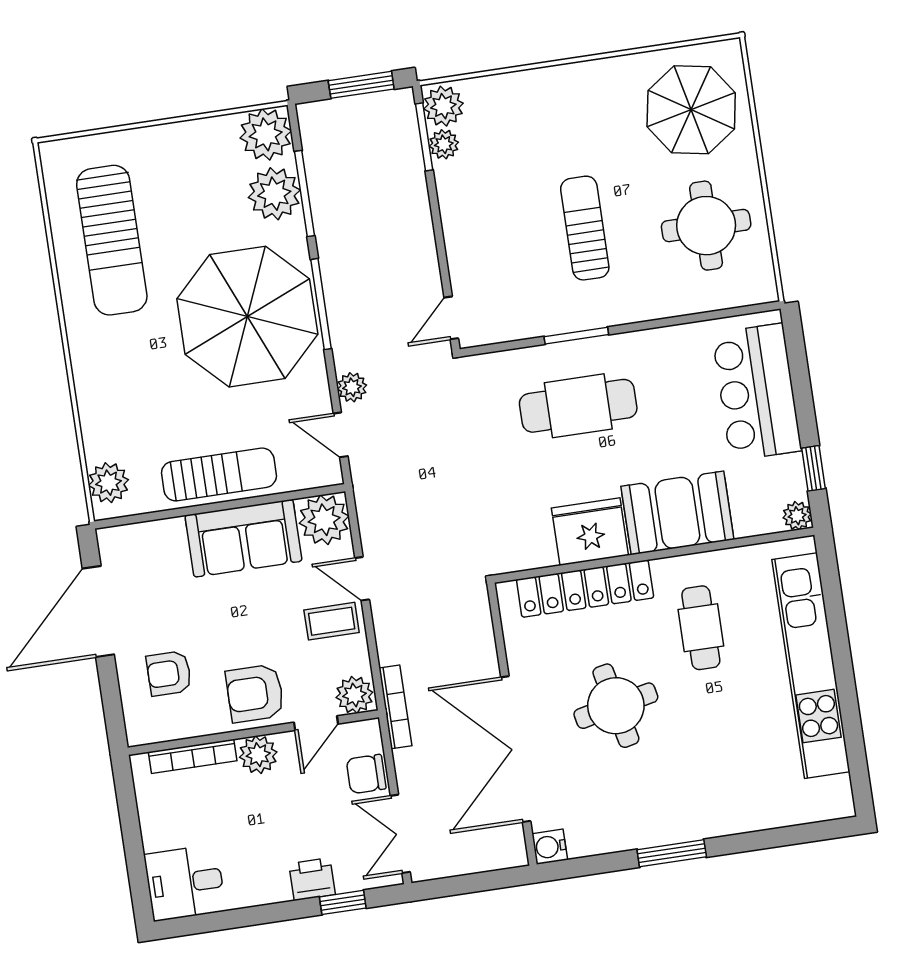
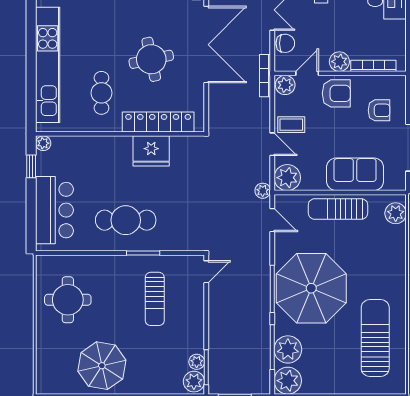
parasol: (691, 110) -> (102, 366), moved
sun lounger: (585, 228) -> (155, 299), moved
plant: (352, 387) -> (263, 191), moved
cafe table: (578, 406) -> (126, 220), moved
booth: (677, 513) -> (105, 154), removed
sofa: (243, 538) -> (355, 174), moved

